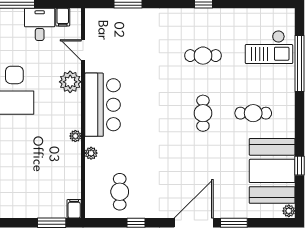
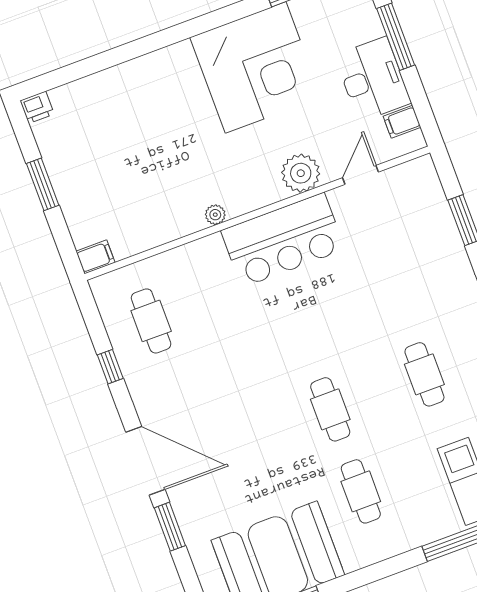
desk: (40, 24) -> (373, 79), width x1.37
cafe table: (203, 113) -> (330, 409), turned 90
plant: (91, 153) -> (197, 251), removed
cafe table: (120, 192) -> (151, 321), turned 90
window: (52, 223) -> (43, 184), moved

